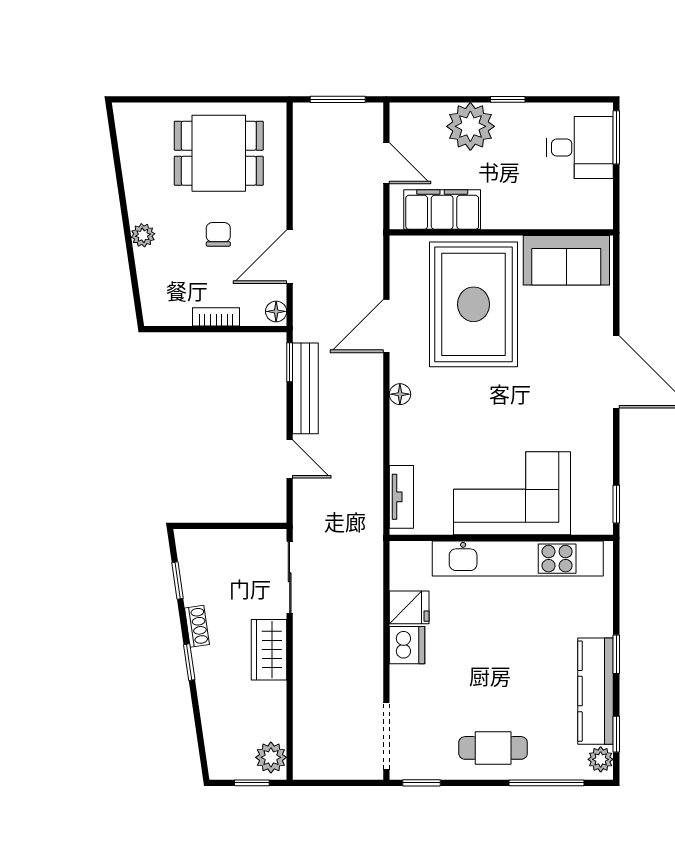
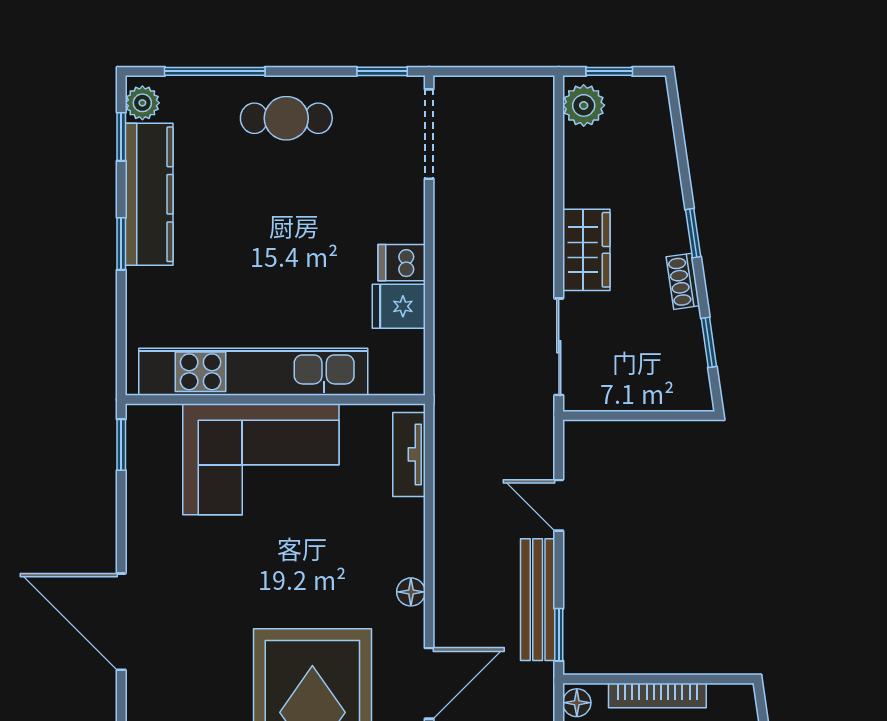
bookcase: (216, 317) -> (657, 696), width x1.56
dishwasher: (407, 645) -> (402, 263), width x0.73

